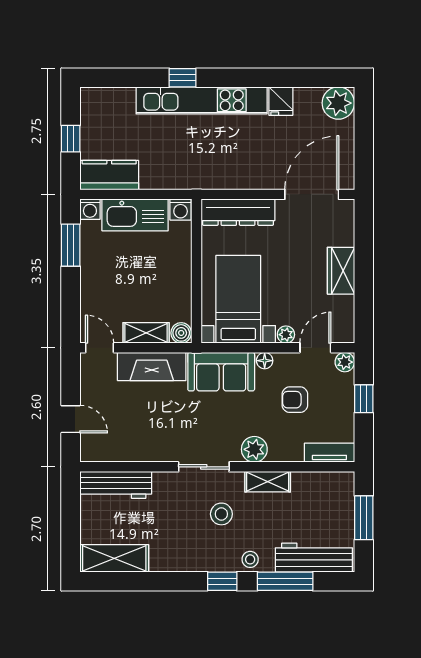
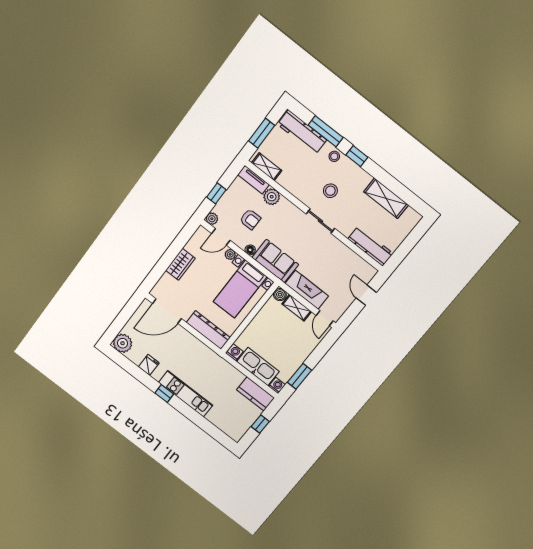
window: (183, 78) -> (164, 394), moved
kitchen unit: (202, 100) -> (186, 394), width x0.73
plant: (254, 449) -> (272, 197), moved
shelving: (268, 482) -> (267, 167), moved
shelving: (114, 558) -> (386, 198), moved

